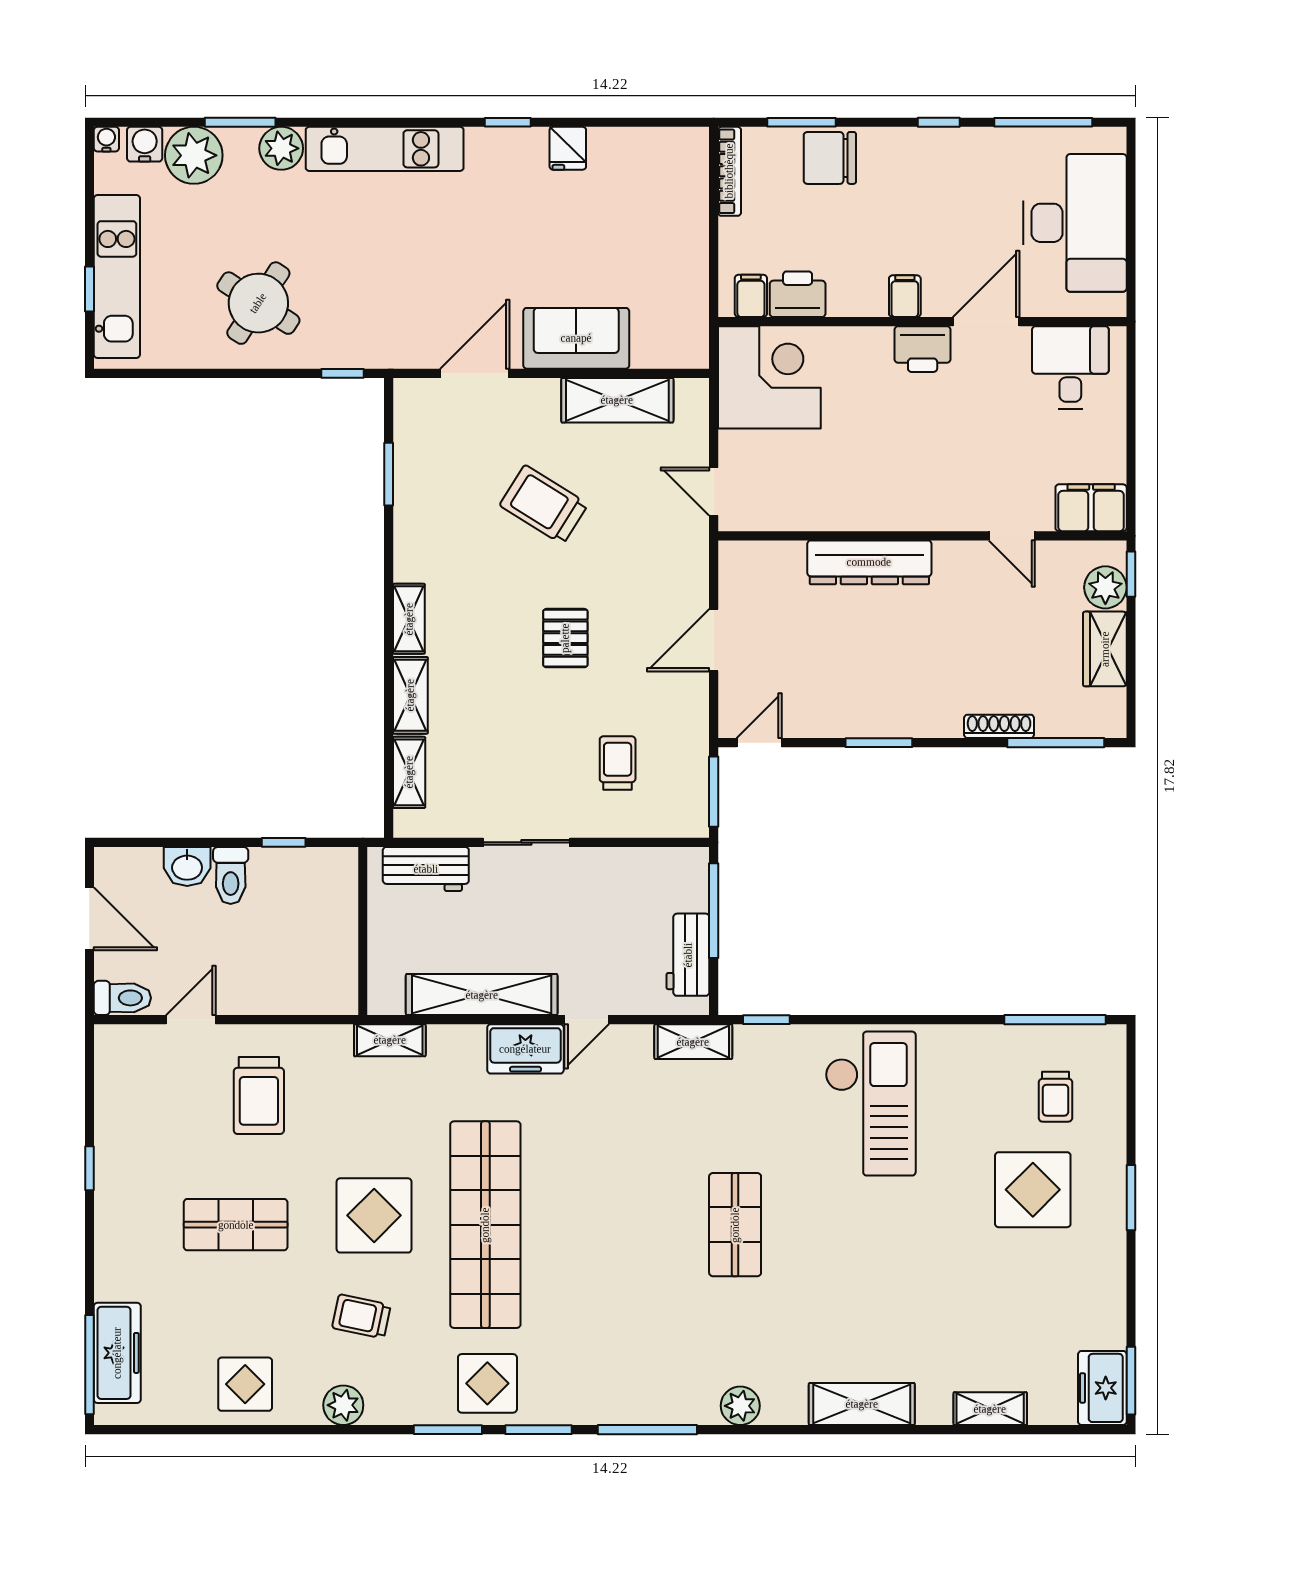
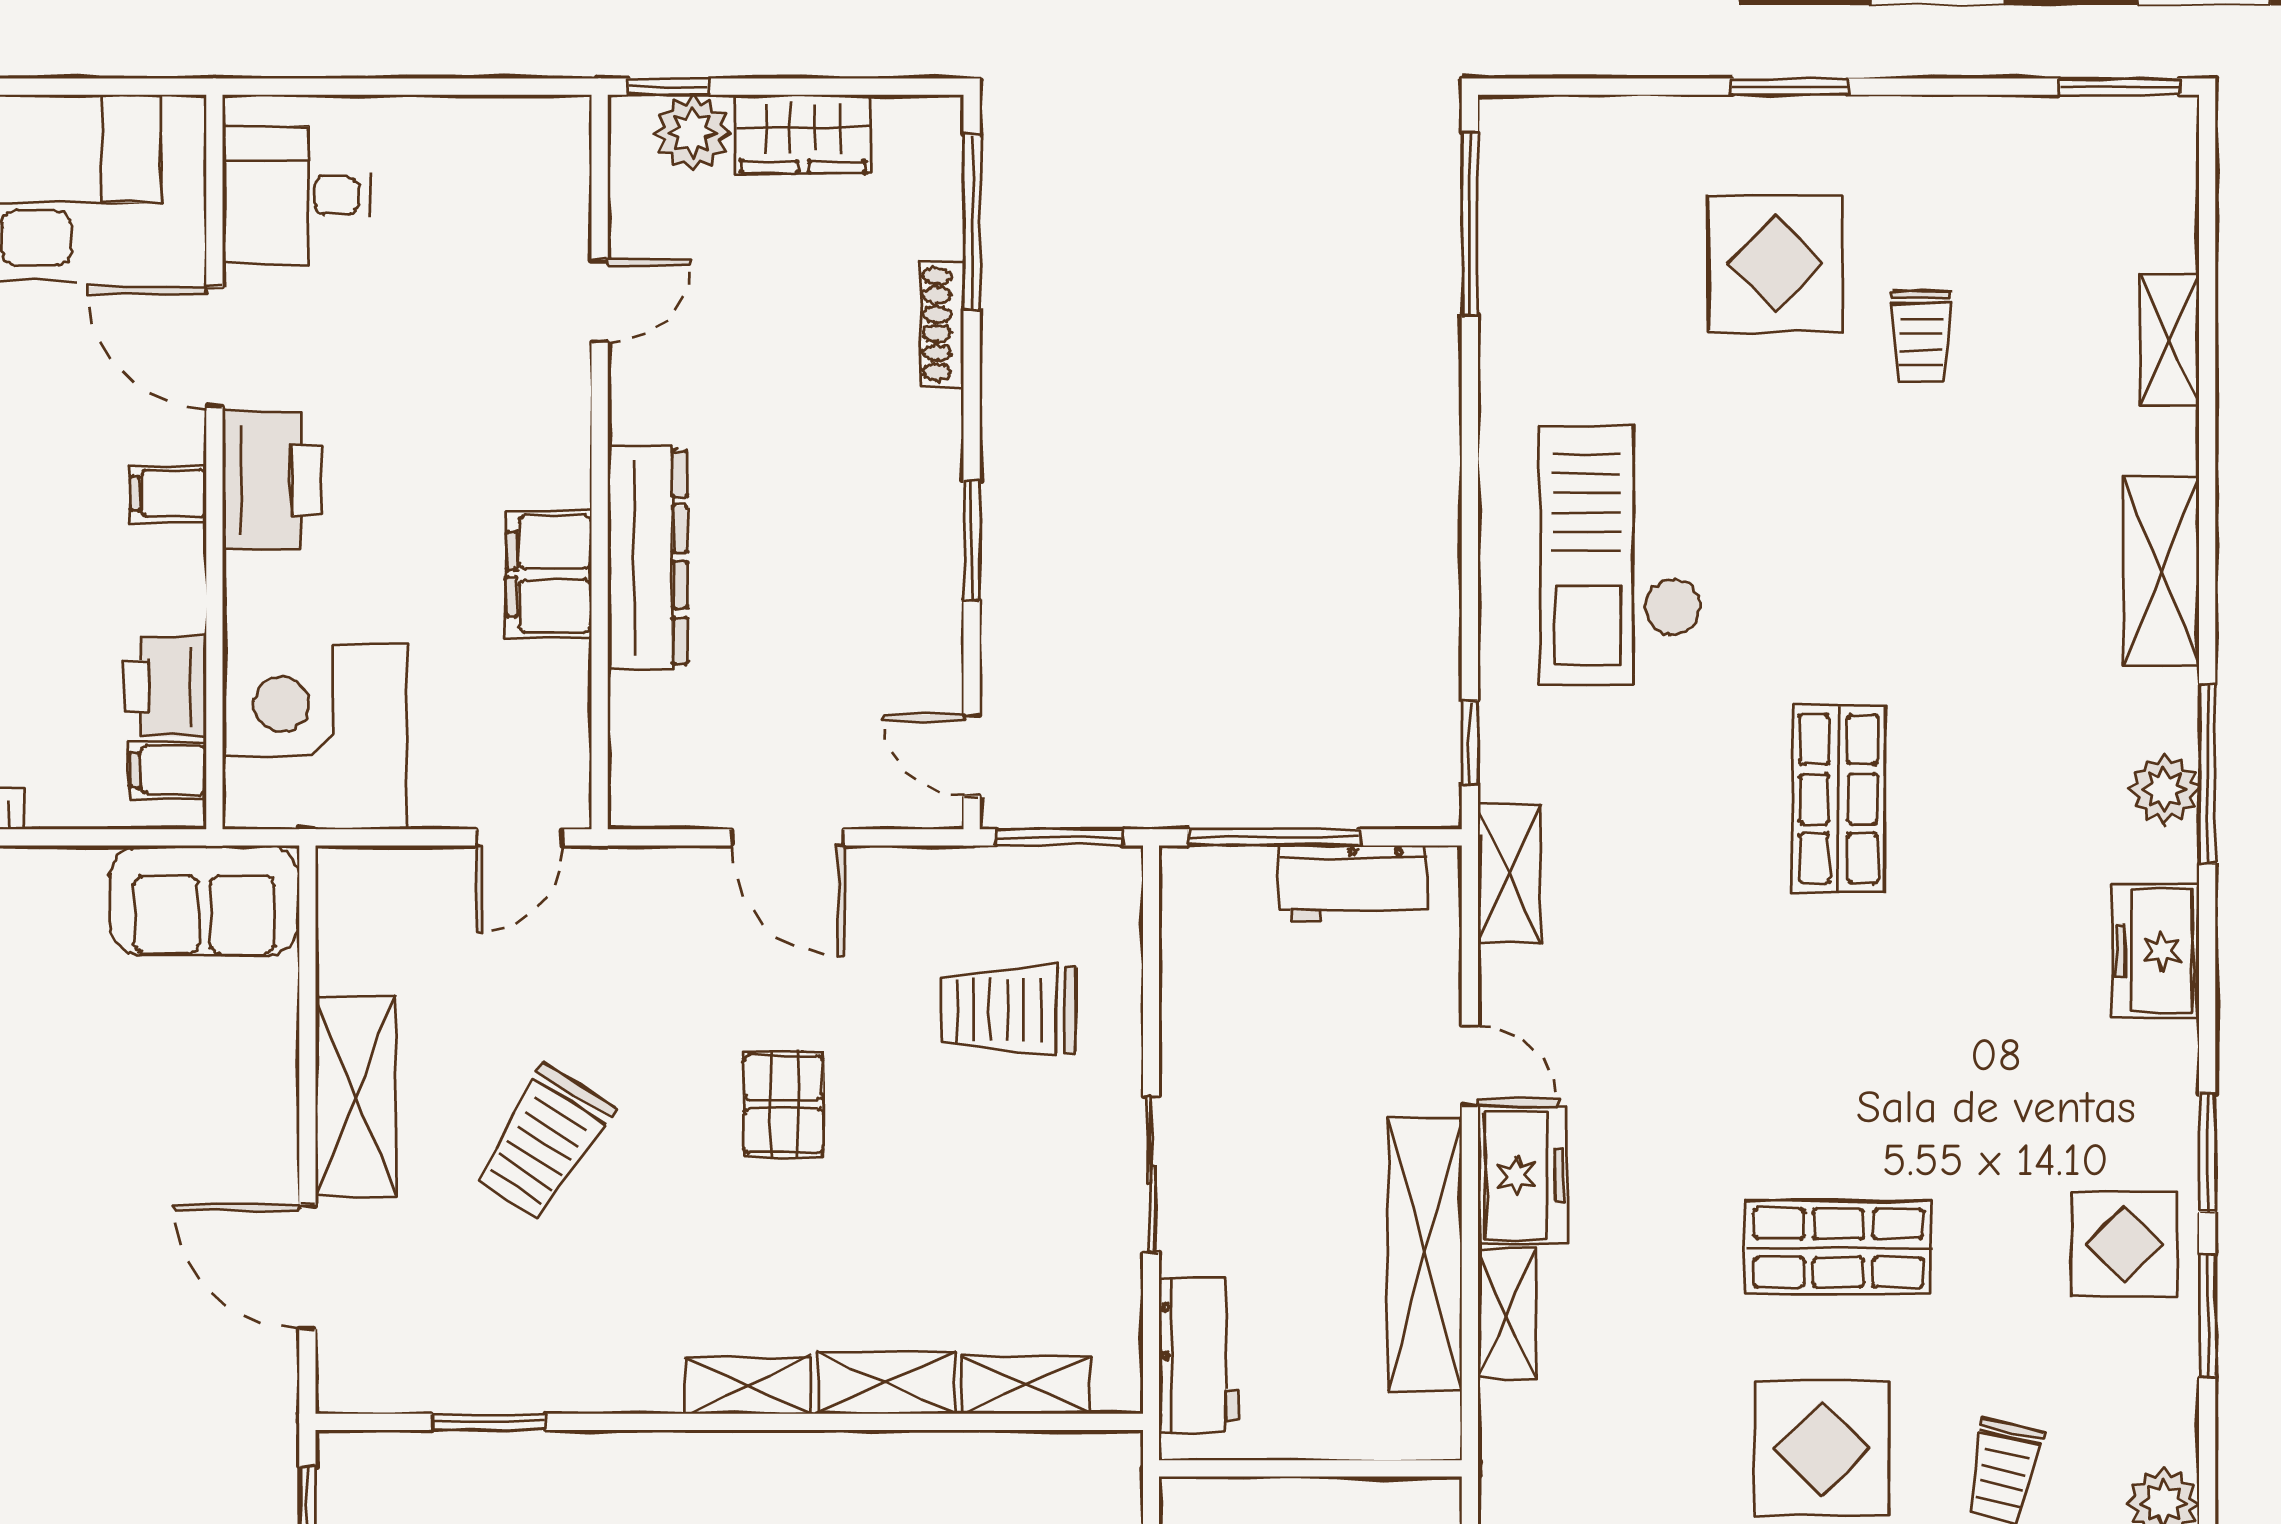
sofa: (576, 338) -> (204, 900), moved, turned -90
printer: (923, 349) -> (272, 480), width x1.37, depth x1.19
shelving: (617, 400) -> (356, 1096), moved
filing cabinet: (1091, 508) -> (549, 574), moved
pallet: (565, 638) -> (784, 1104), turned 90
trolley: (618, 763) -> (1008, 1010), width x1.36, depth x1.39
shelving: (390, 1040) -> (1507, 1314), moved
trolley: (1055, 1097) -> (1921, 336), moved, turned 90
checkout: (870, 1104) -> (1621, 555), turned -90
shop shelf: (485, 1225) -> (1839, 1248), width x0.50, depth x0.74
shop shelf: (735, 1225) -> (1839, 799), turned 90
freezer: (1102, 1388) -> (2156, 950), moved, turned 90
window: (647, 1430) -> (2207, 774), moved

